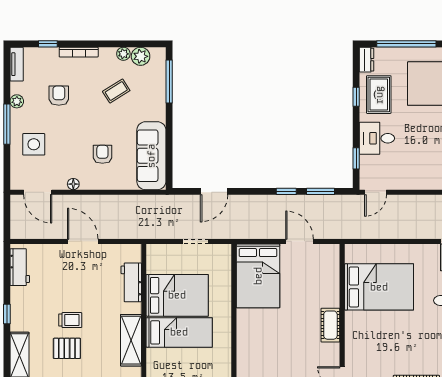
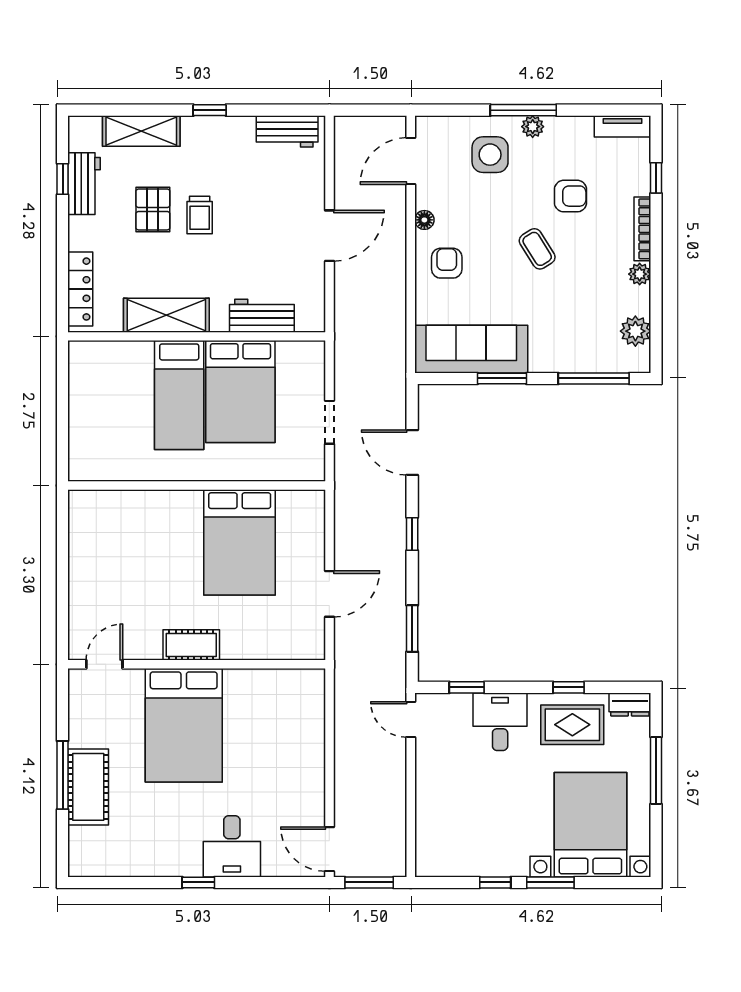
window: (406, 44) -> (656, 770), width x0.68
plant: (123, 54) -> (640, 274), moved
coffee table: (116, 91) -> (537, 249), moved
plant: (17, 101) -> (533, 127), moved
window: (169, 137) -> (502, 378), added
armchair: (102, 154) -> (447, 263), moved, turned -90
window: (286, 191) -> (412, 534), moved
bed: (258, 276) -> (240, 542), moved, turned -90
bed: (379, 287) -> (184, 725), moved

